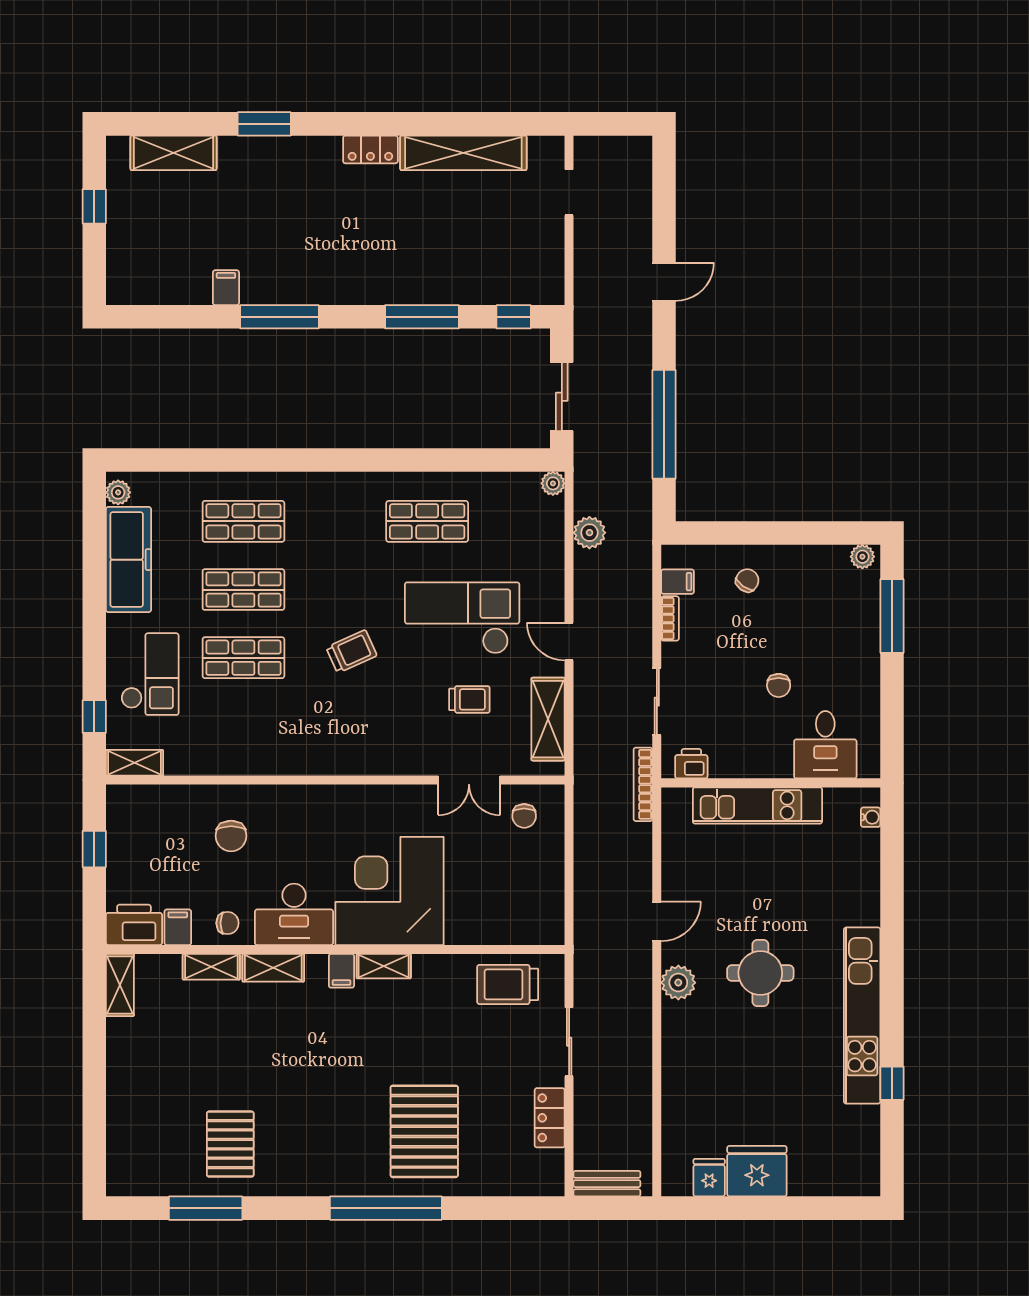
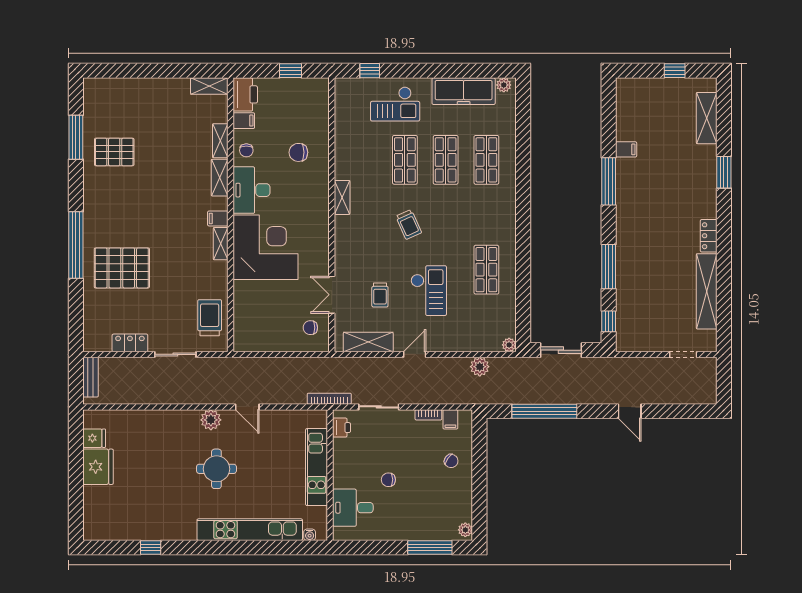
checkout: (462, 618) -> (429, 291), width x0.73, depth x0.83
shelving: (135, 763) -> (342, 197), moved
kitchen unit: (862, 1016) -> (250, 530), moved

